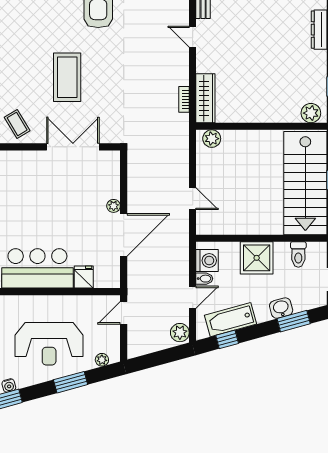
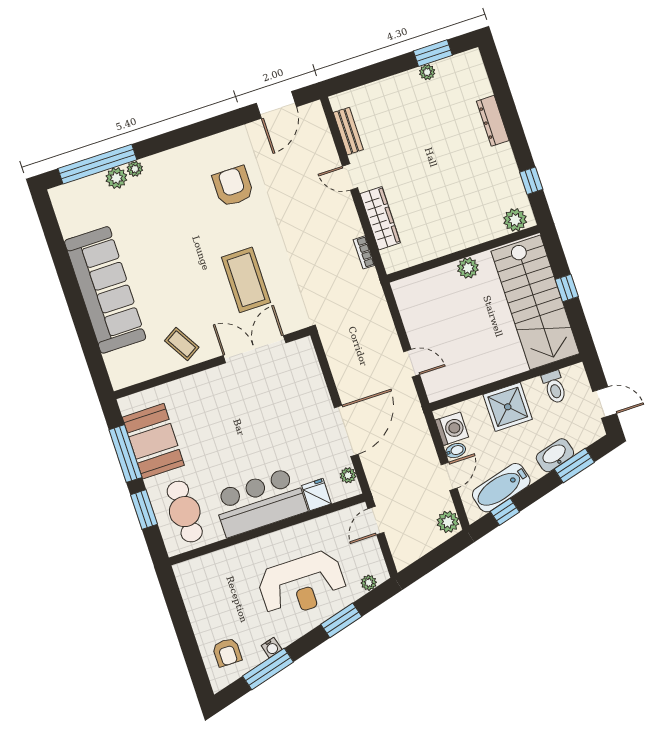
coffee table: (67, 77) -> (246, 280), moved
wardrobe: (205, 98) -> (380, 218), moved
plant: (212, 139) -> (468, 268), moved
plant: (114, 206) -> (348, 475), moved
washbasin: (281, 308) -> (555, 455), width x1.38

